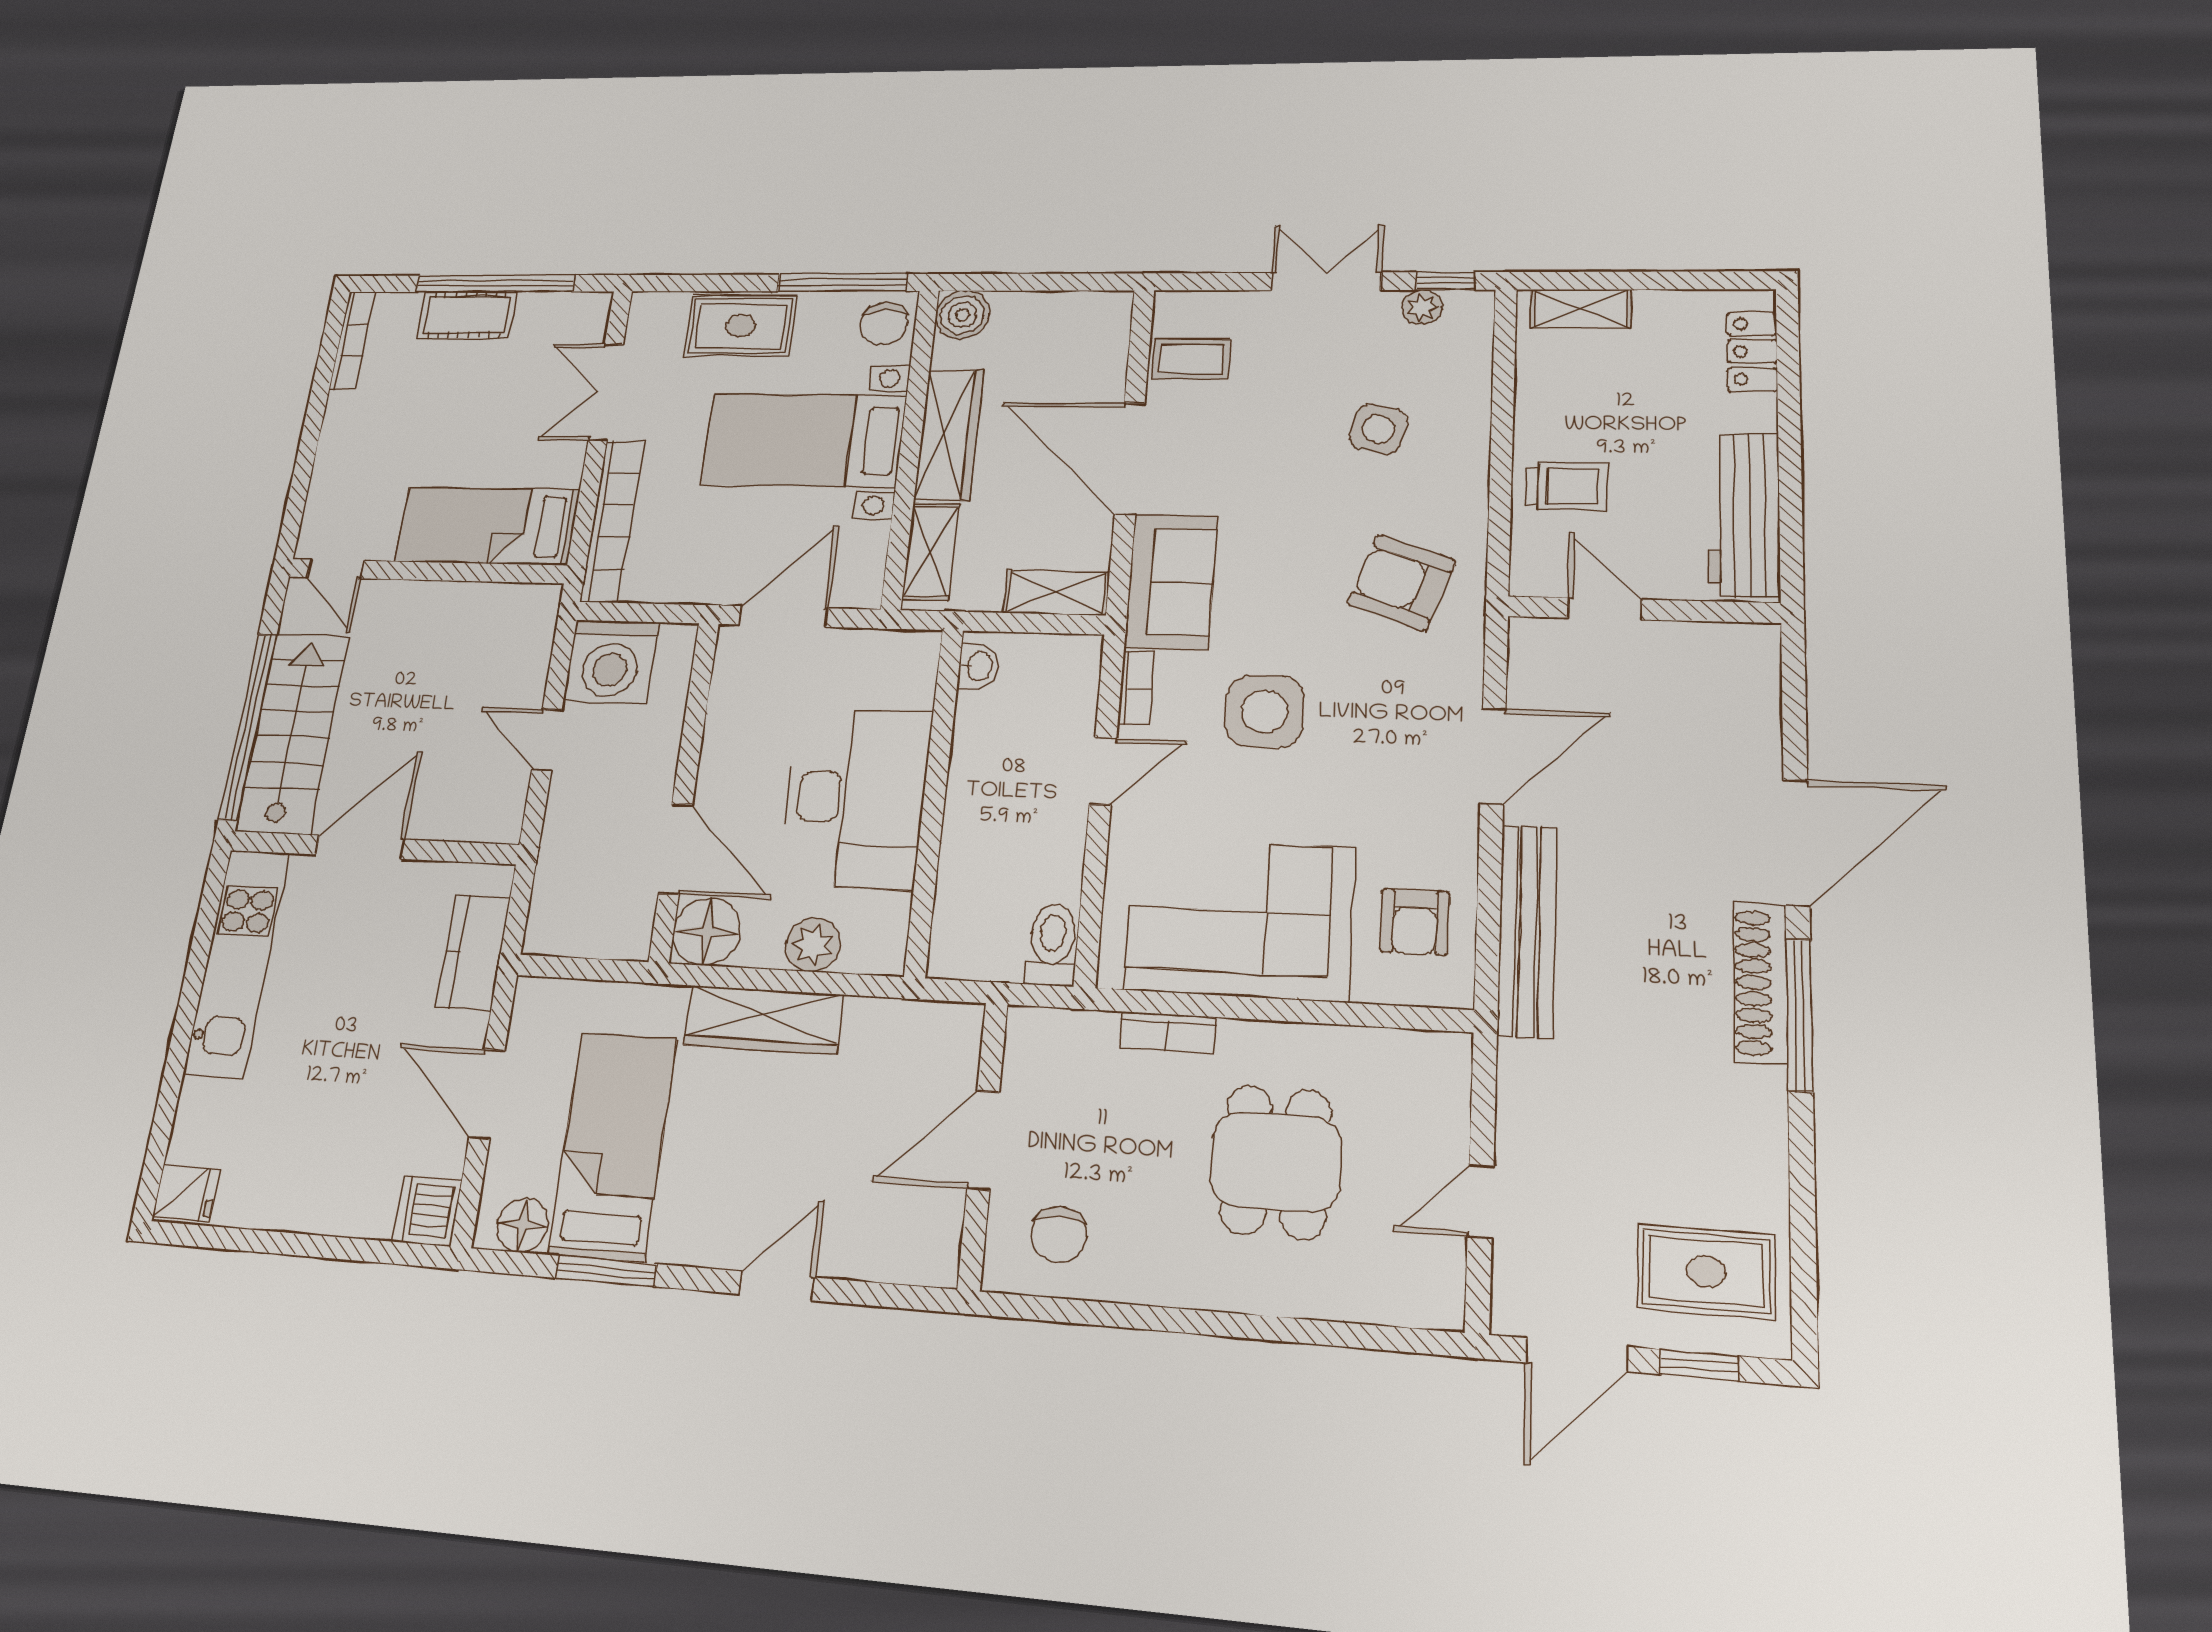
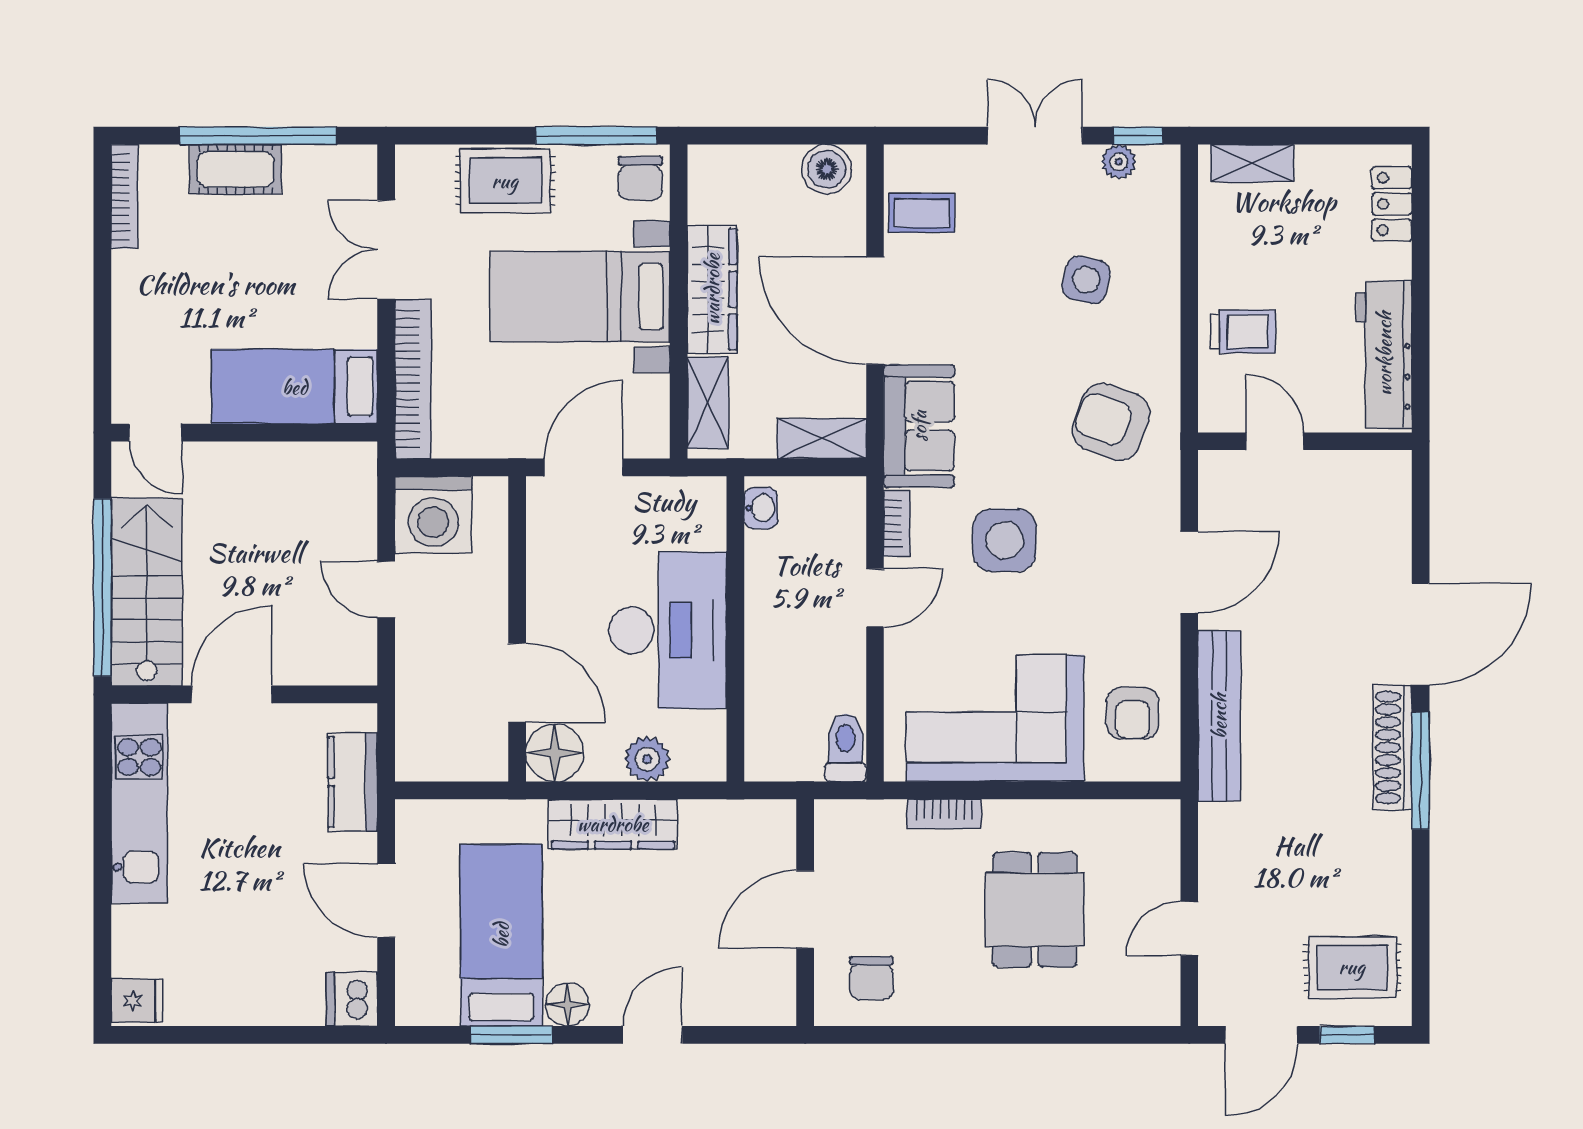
boiler: (962, 315) -> (827, 169), moved
floor lamp: (522, 1225) -> (567, 1004), moved

